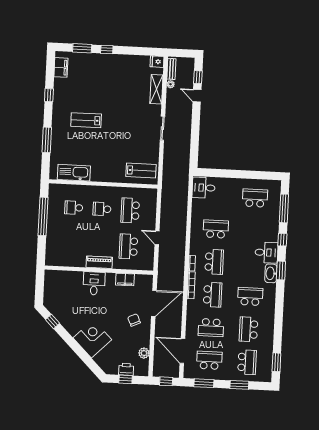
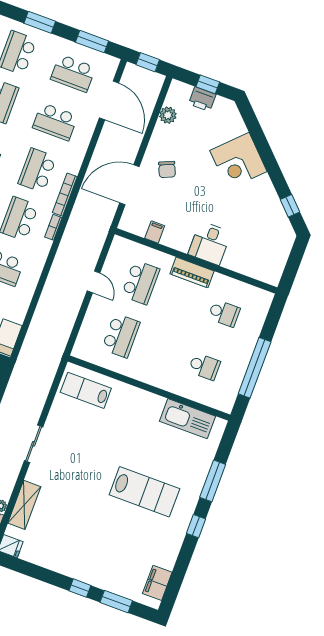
window: (49, 95) -> (196, 526), moved
lab bench: (86, 120) -> (144, 492), width x1.36, depth x1.39
school desk: (102, 209) -> (224, 313), moved
filing cabinet: (125, 279) -> (155, 232), width x0.50
school desk: (211, 327) -> (55, 122), turned 180

